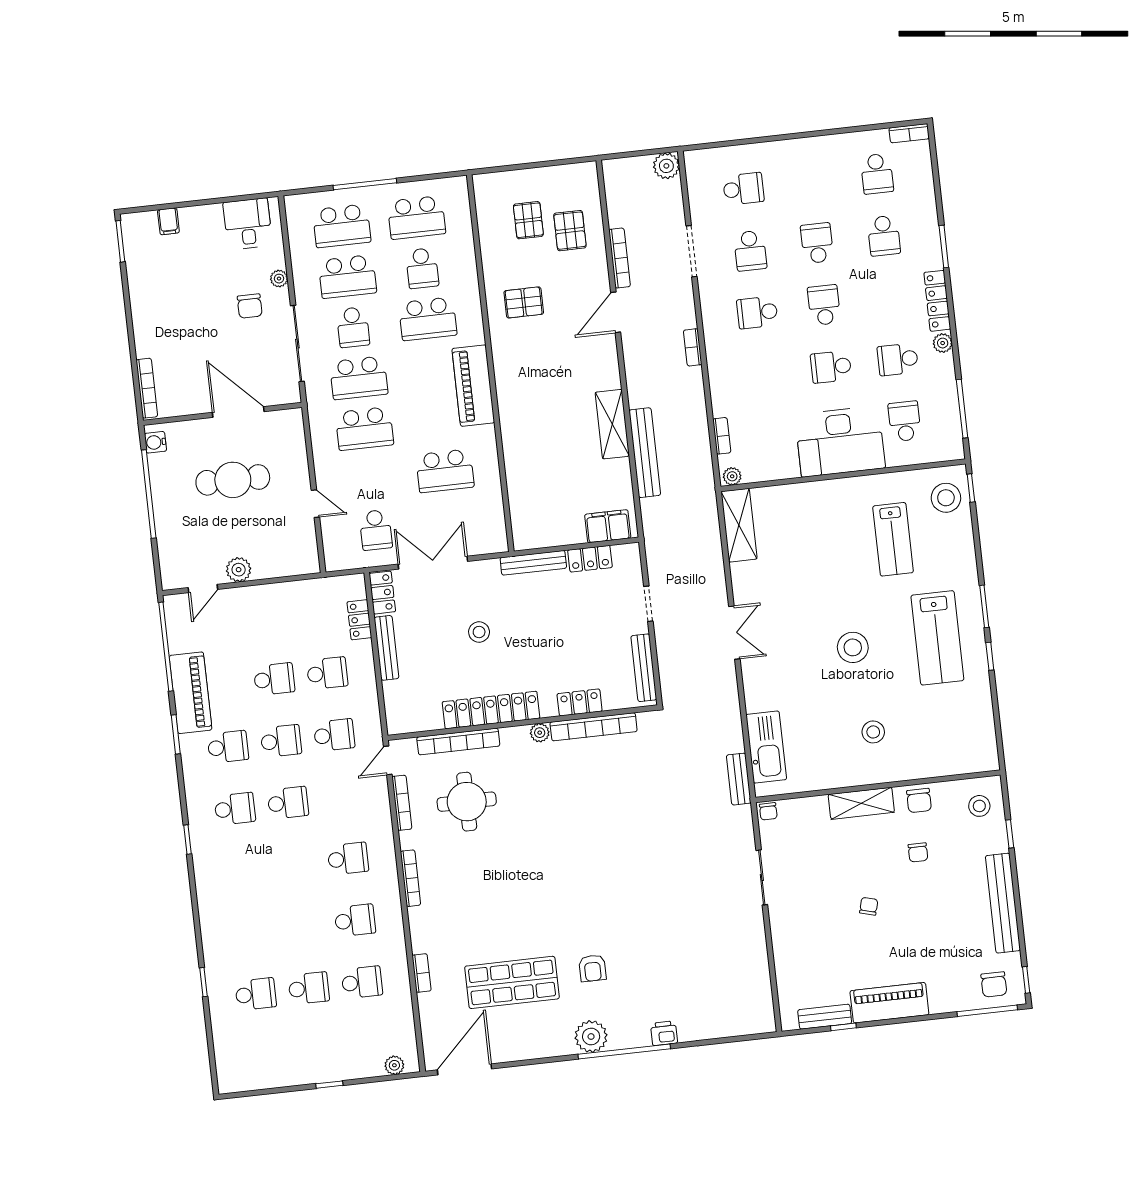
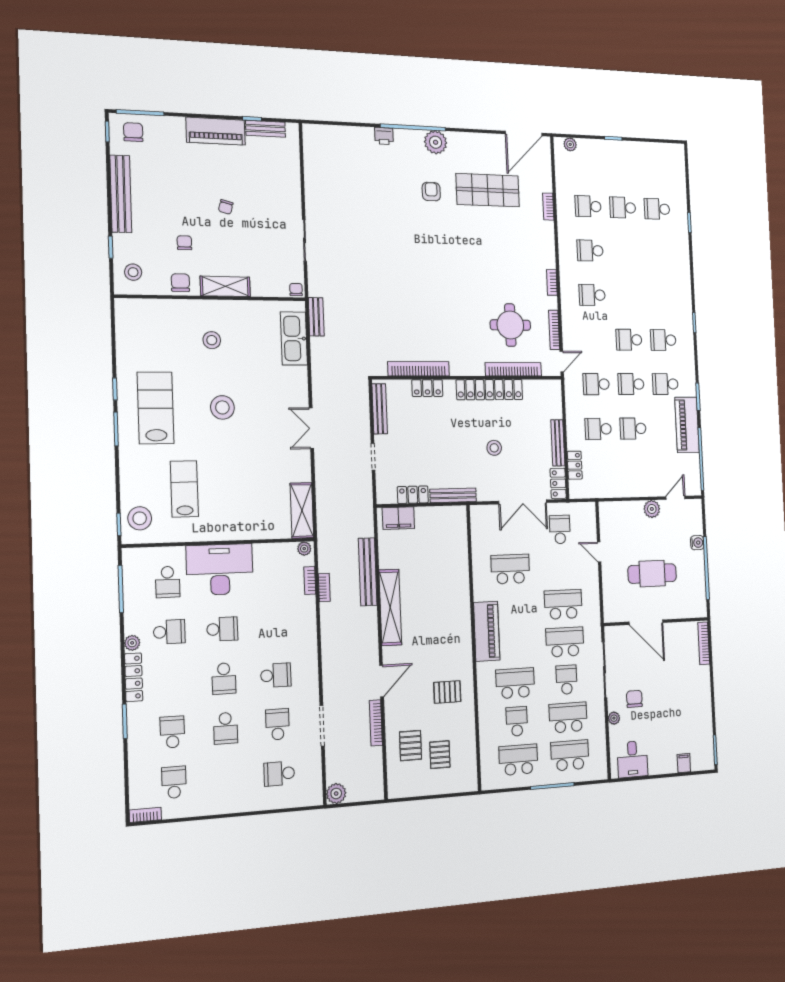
bookcase: (693, 347) -> (324, 587), moved
shelving: (612, 424) -> (390, 607), width x1.47
water cooler: (155, 442) -> (697, 543), moved
plant: (540, 733) -> (457, 369), removed
bookcase: (411, 878) -> (552, 282), width x0.64

